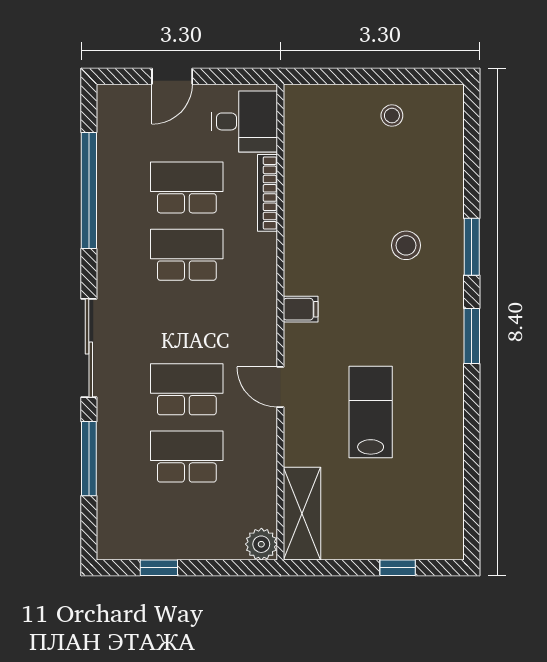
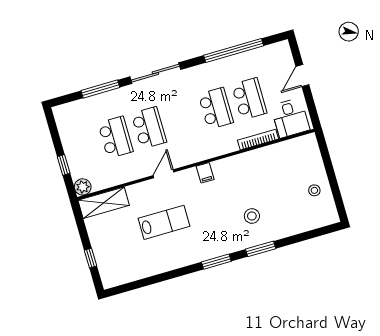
door: (172, 76) -> (302, 76), hinge flipped
window: (159, 568) -> (64, 165), moved

